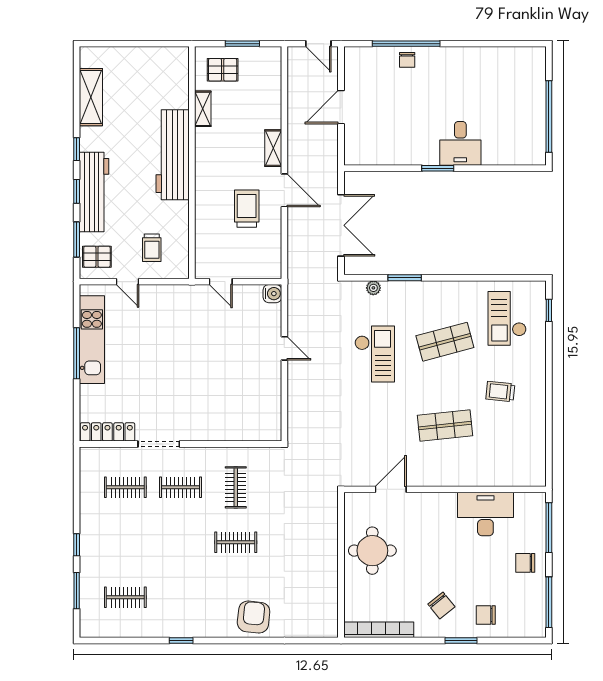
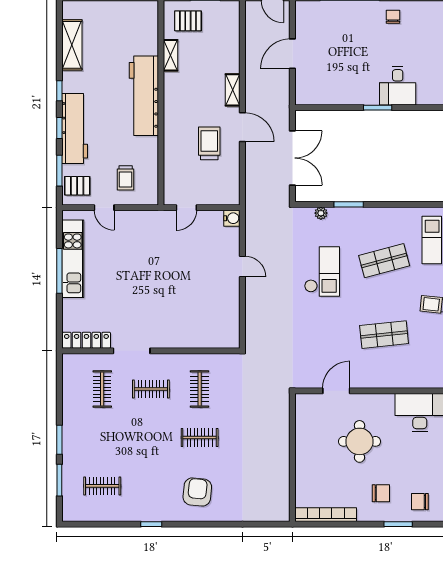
chair: (407, 60) -> (393, 17), moved, turned 180
door: (221, 282) -> (186, 208), hinge flipped
clothes rail: (125, 487) -> (102, 389), turned 90
window: (77, 545) -> (59, 440), width x1.50
round table: (372, 551) -> (360, 441), moved
chair: (441, 606) -> (381, 493), turned -51
armchair: (254, 617) -> (197, 492), moved

